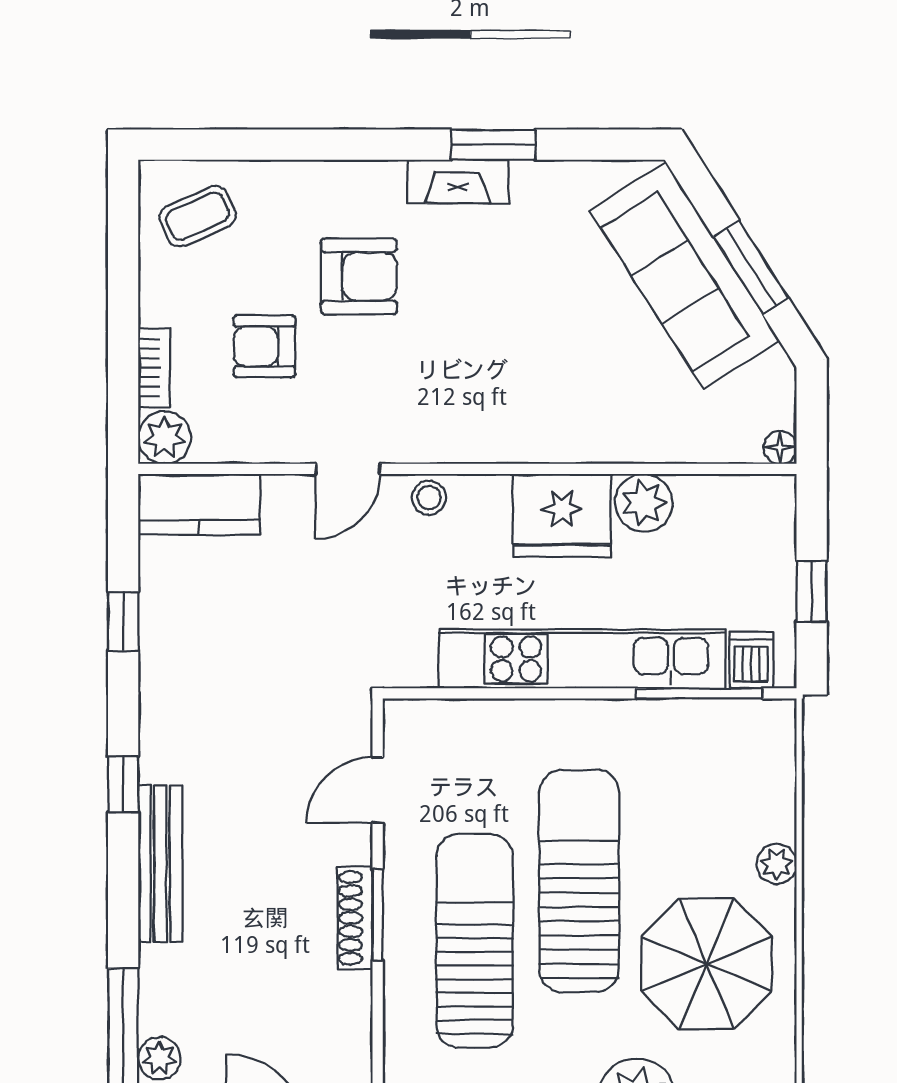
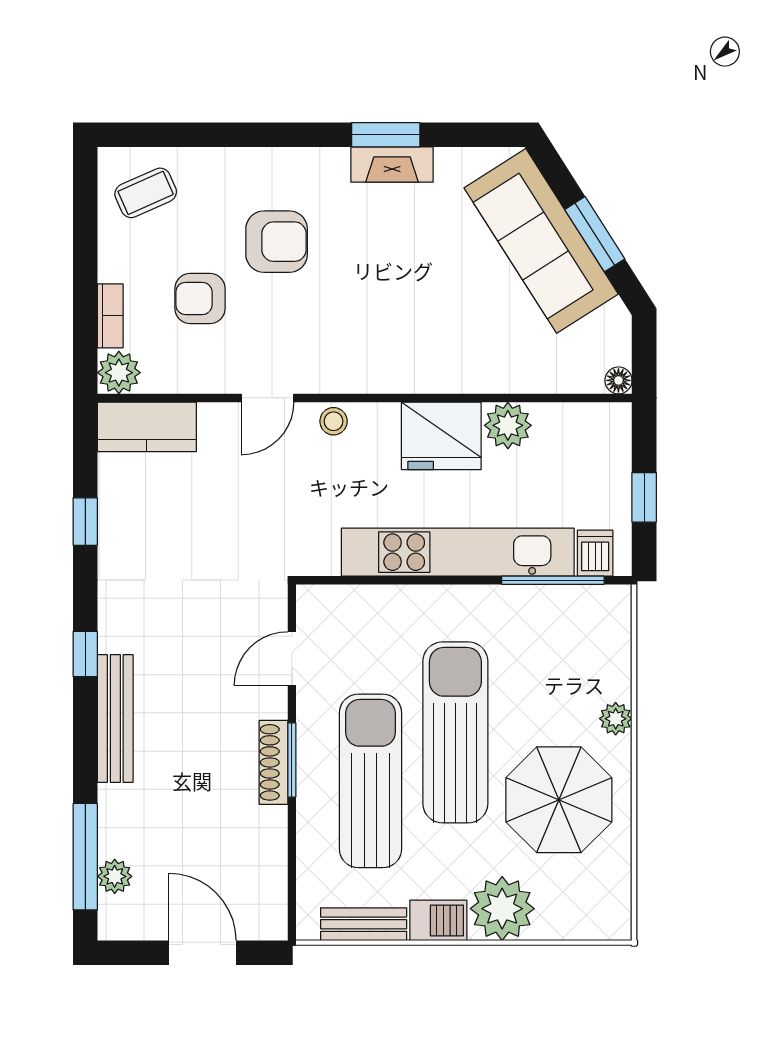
fireplace: (458, 181) -> (392, 165), moved

